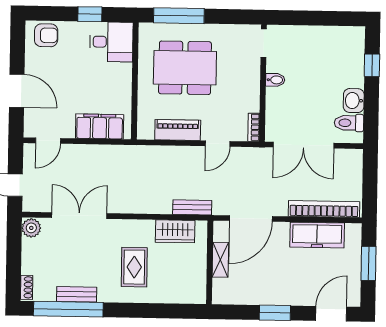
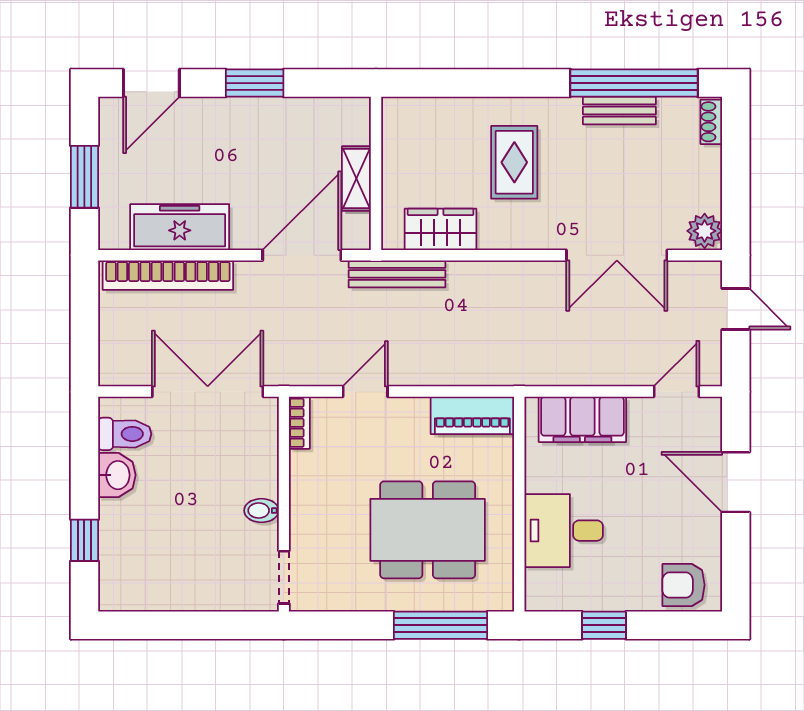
desk: (111, 42) -> (564, 531), moved
piano: (178, 130) -> (472, 415), moved
bench: (192, 207) -> (397, 274), width x1.36

